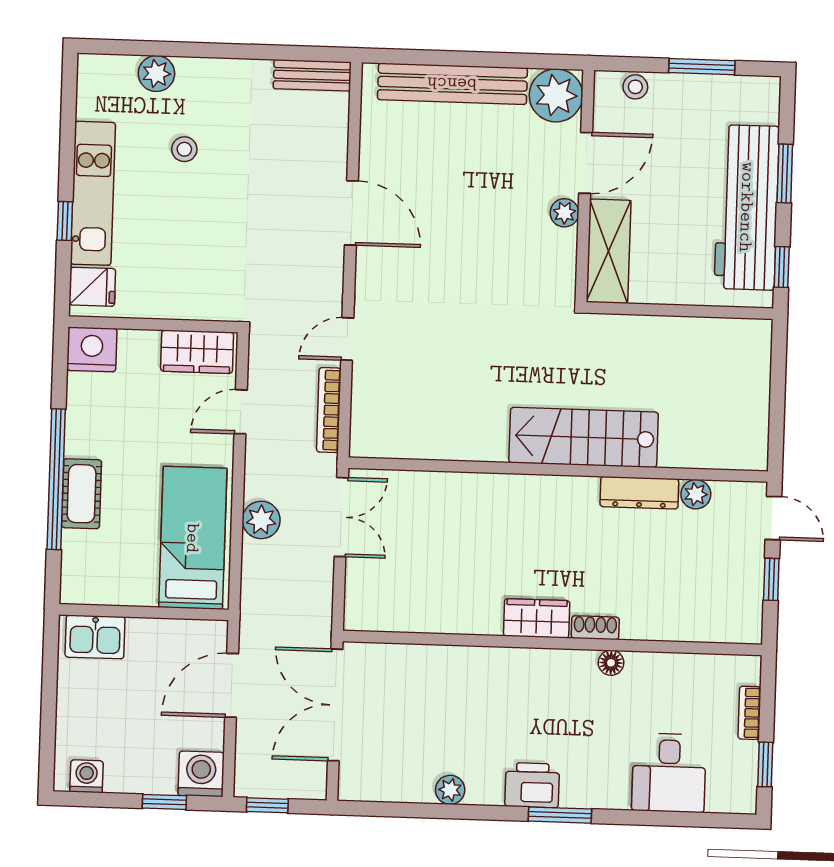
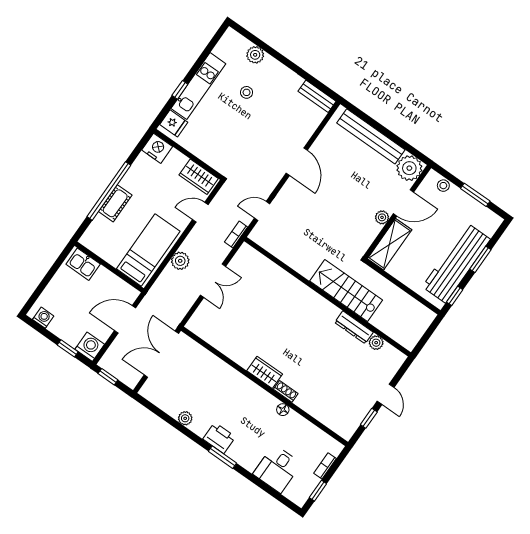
bookcase: (329, 410) -> (236, 235), width x0.64
stairs: (584, 437) -> (346, 291), moved
wall: (558, 470) -> (327, 297), moved
dresser: (639, 493) -> (354, 327), moved
plant: (696, 494) -> (376, 343), moved

